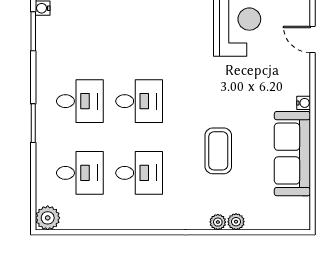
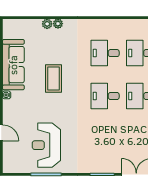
coffee table: (218, 151) -> (53, 79), moved

